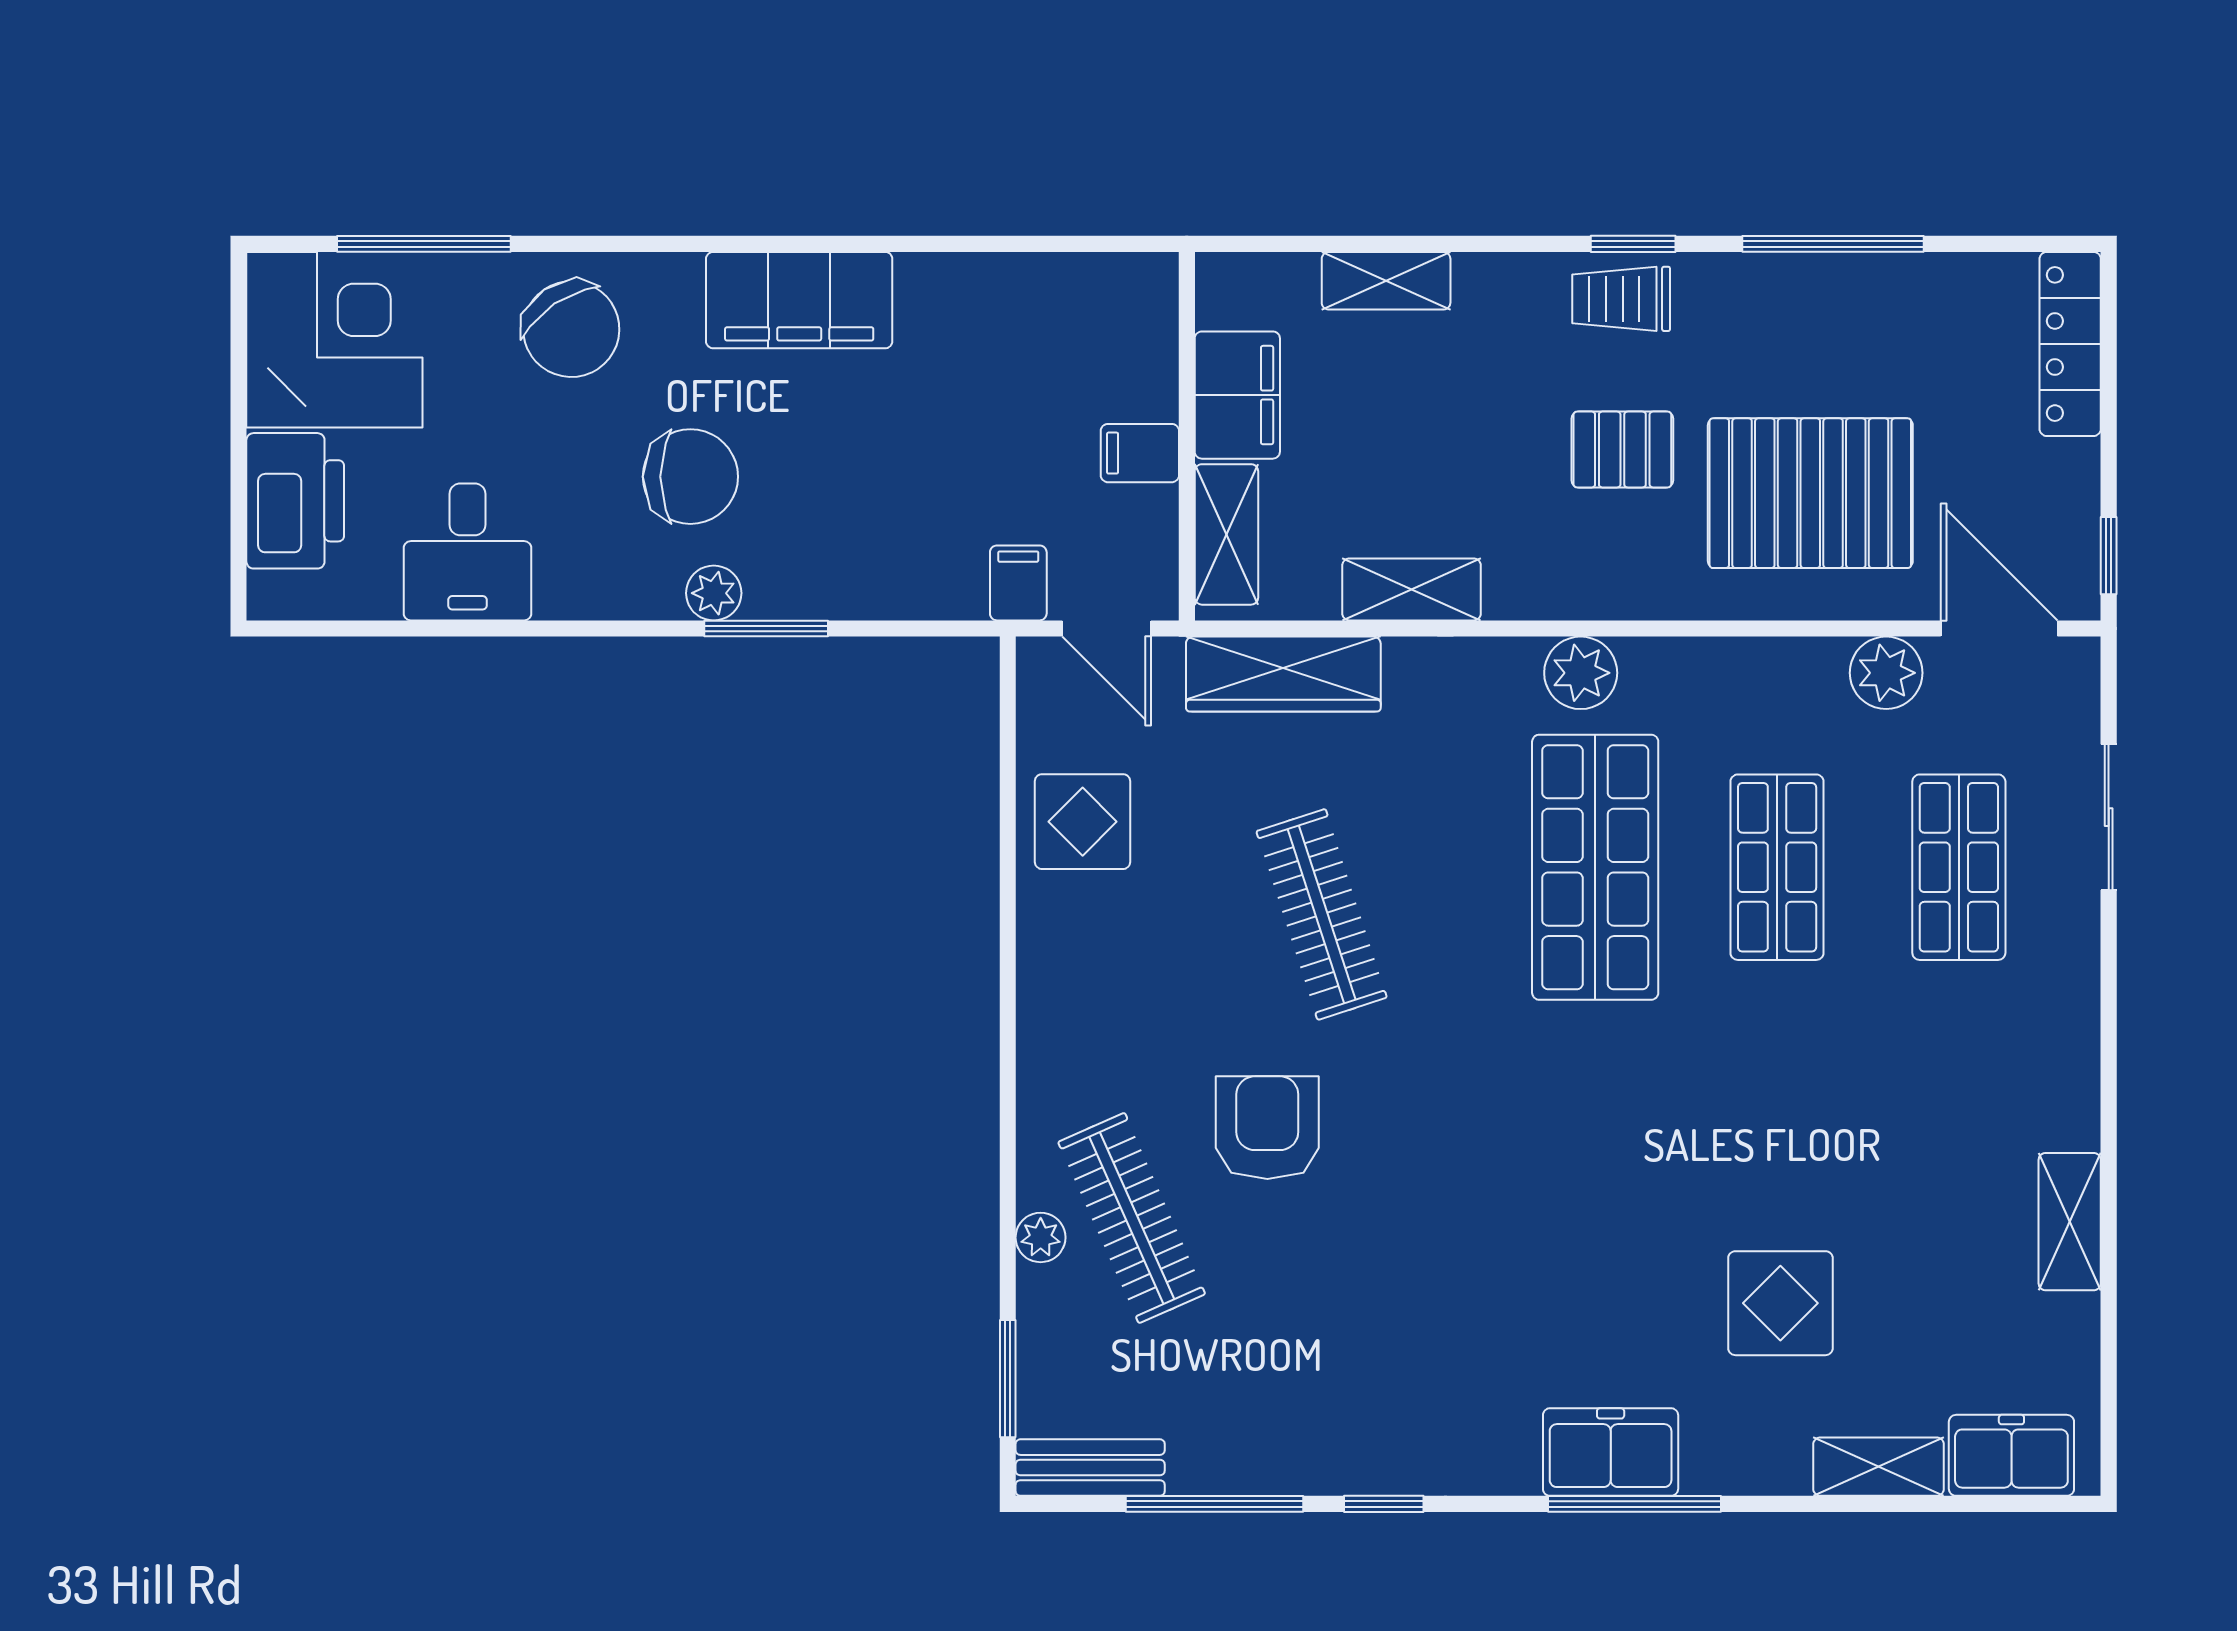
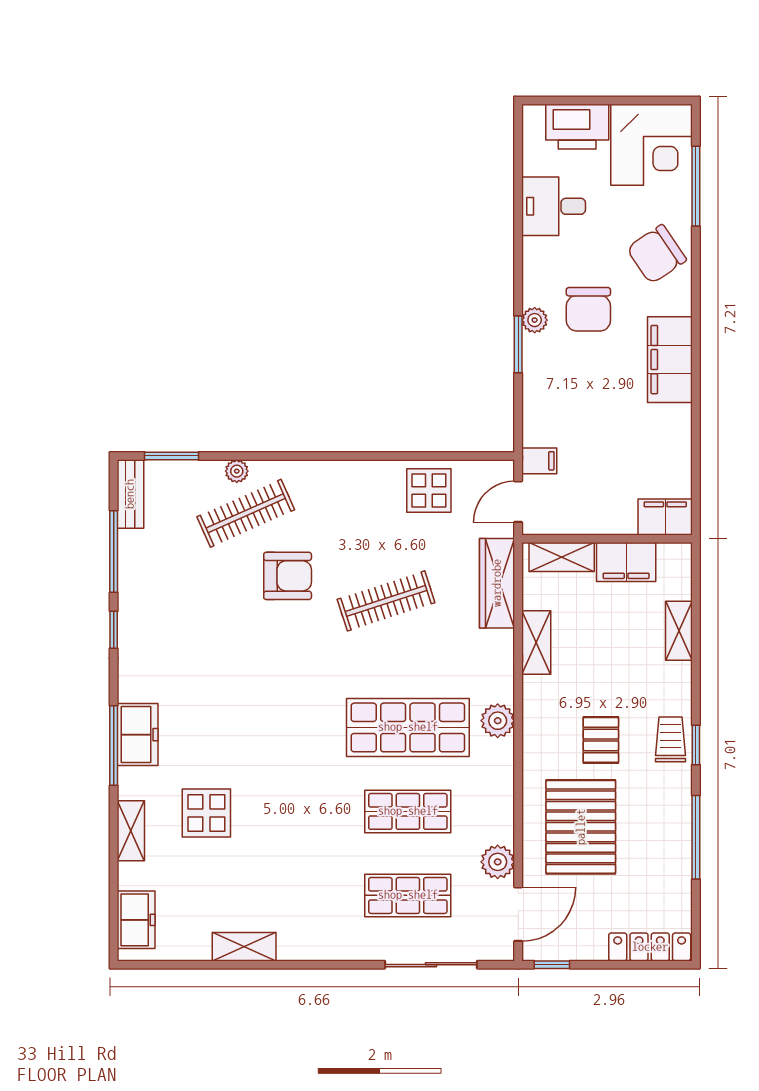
filing cabinet: (1140, 453) -> (665, 517), moved, width x2.00
sliding door: (2109, 817) -> (431, 965), width x1.37
shelving: (1879, 1467) -> (131, 831), moved

